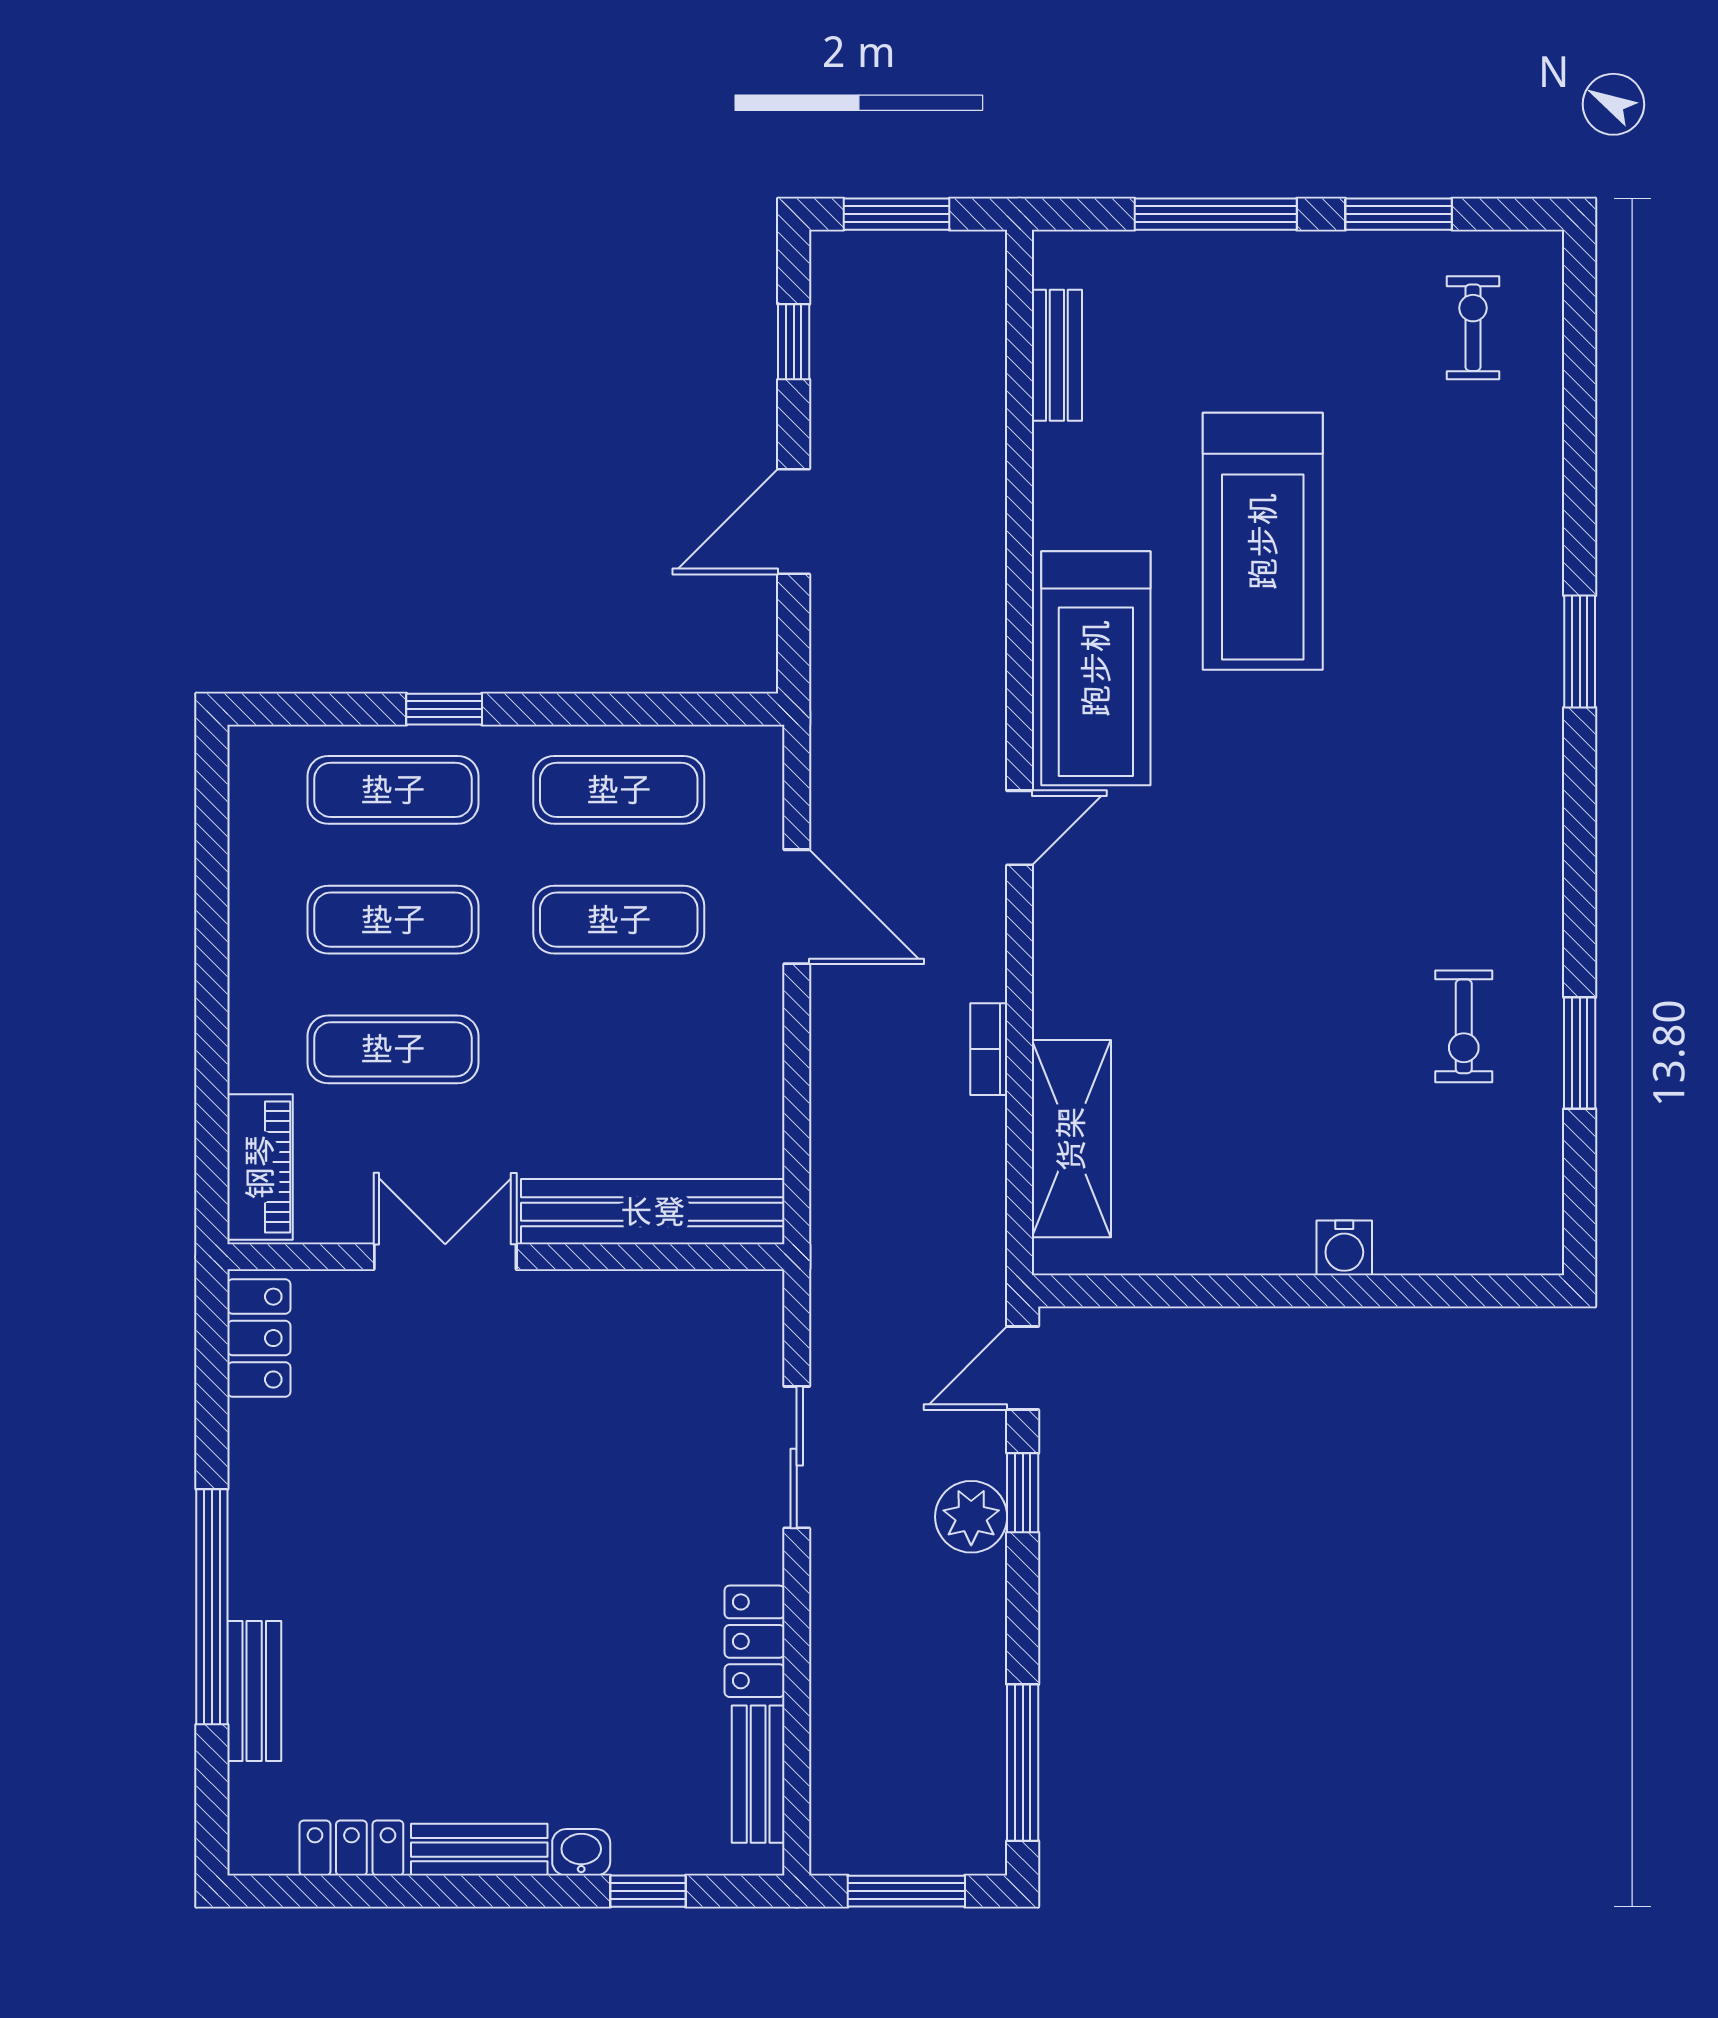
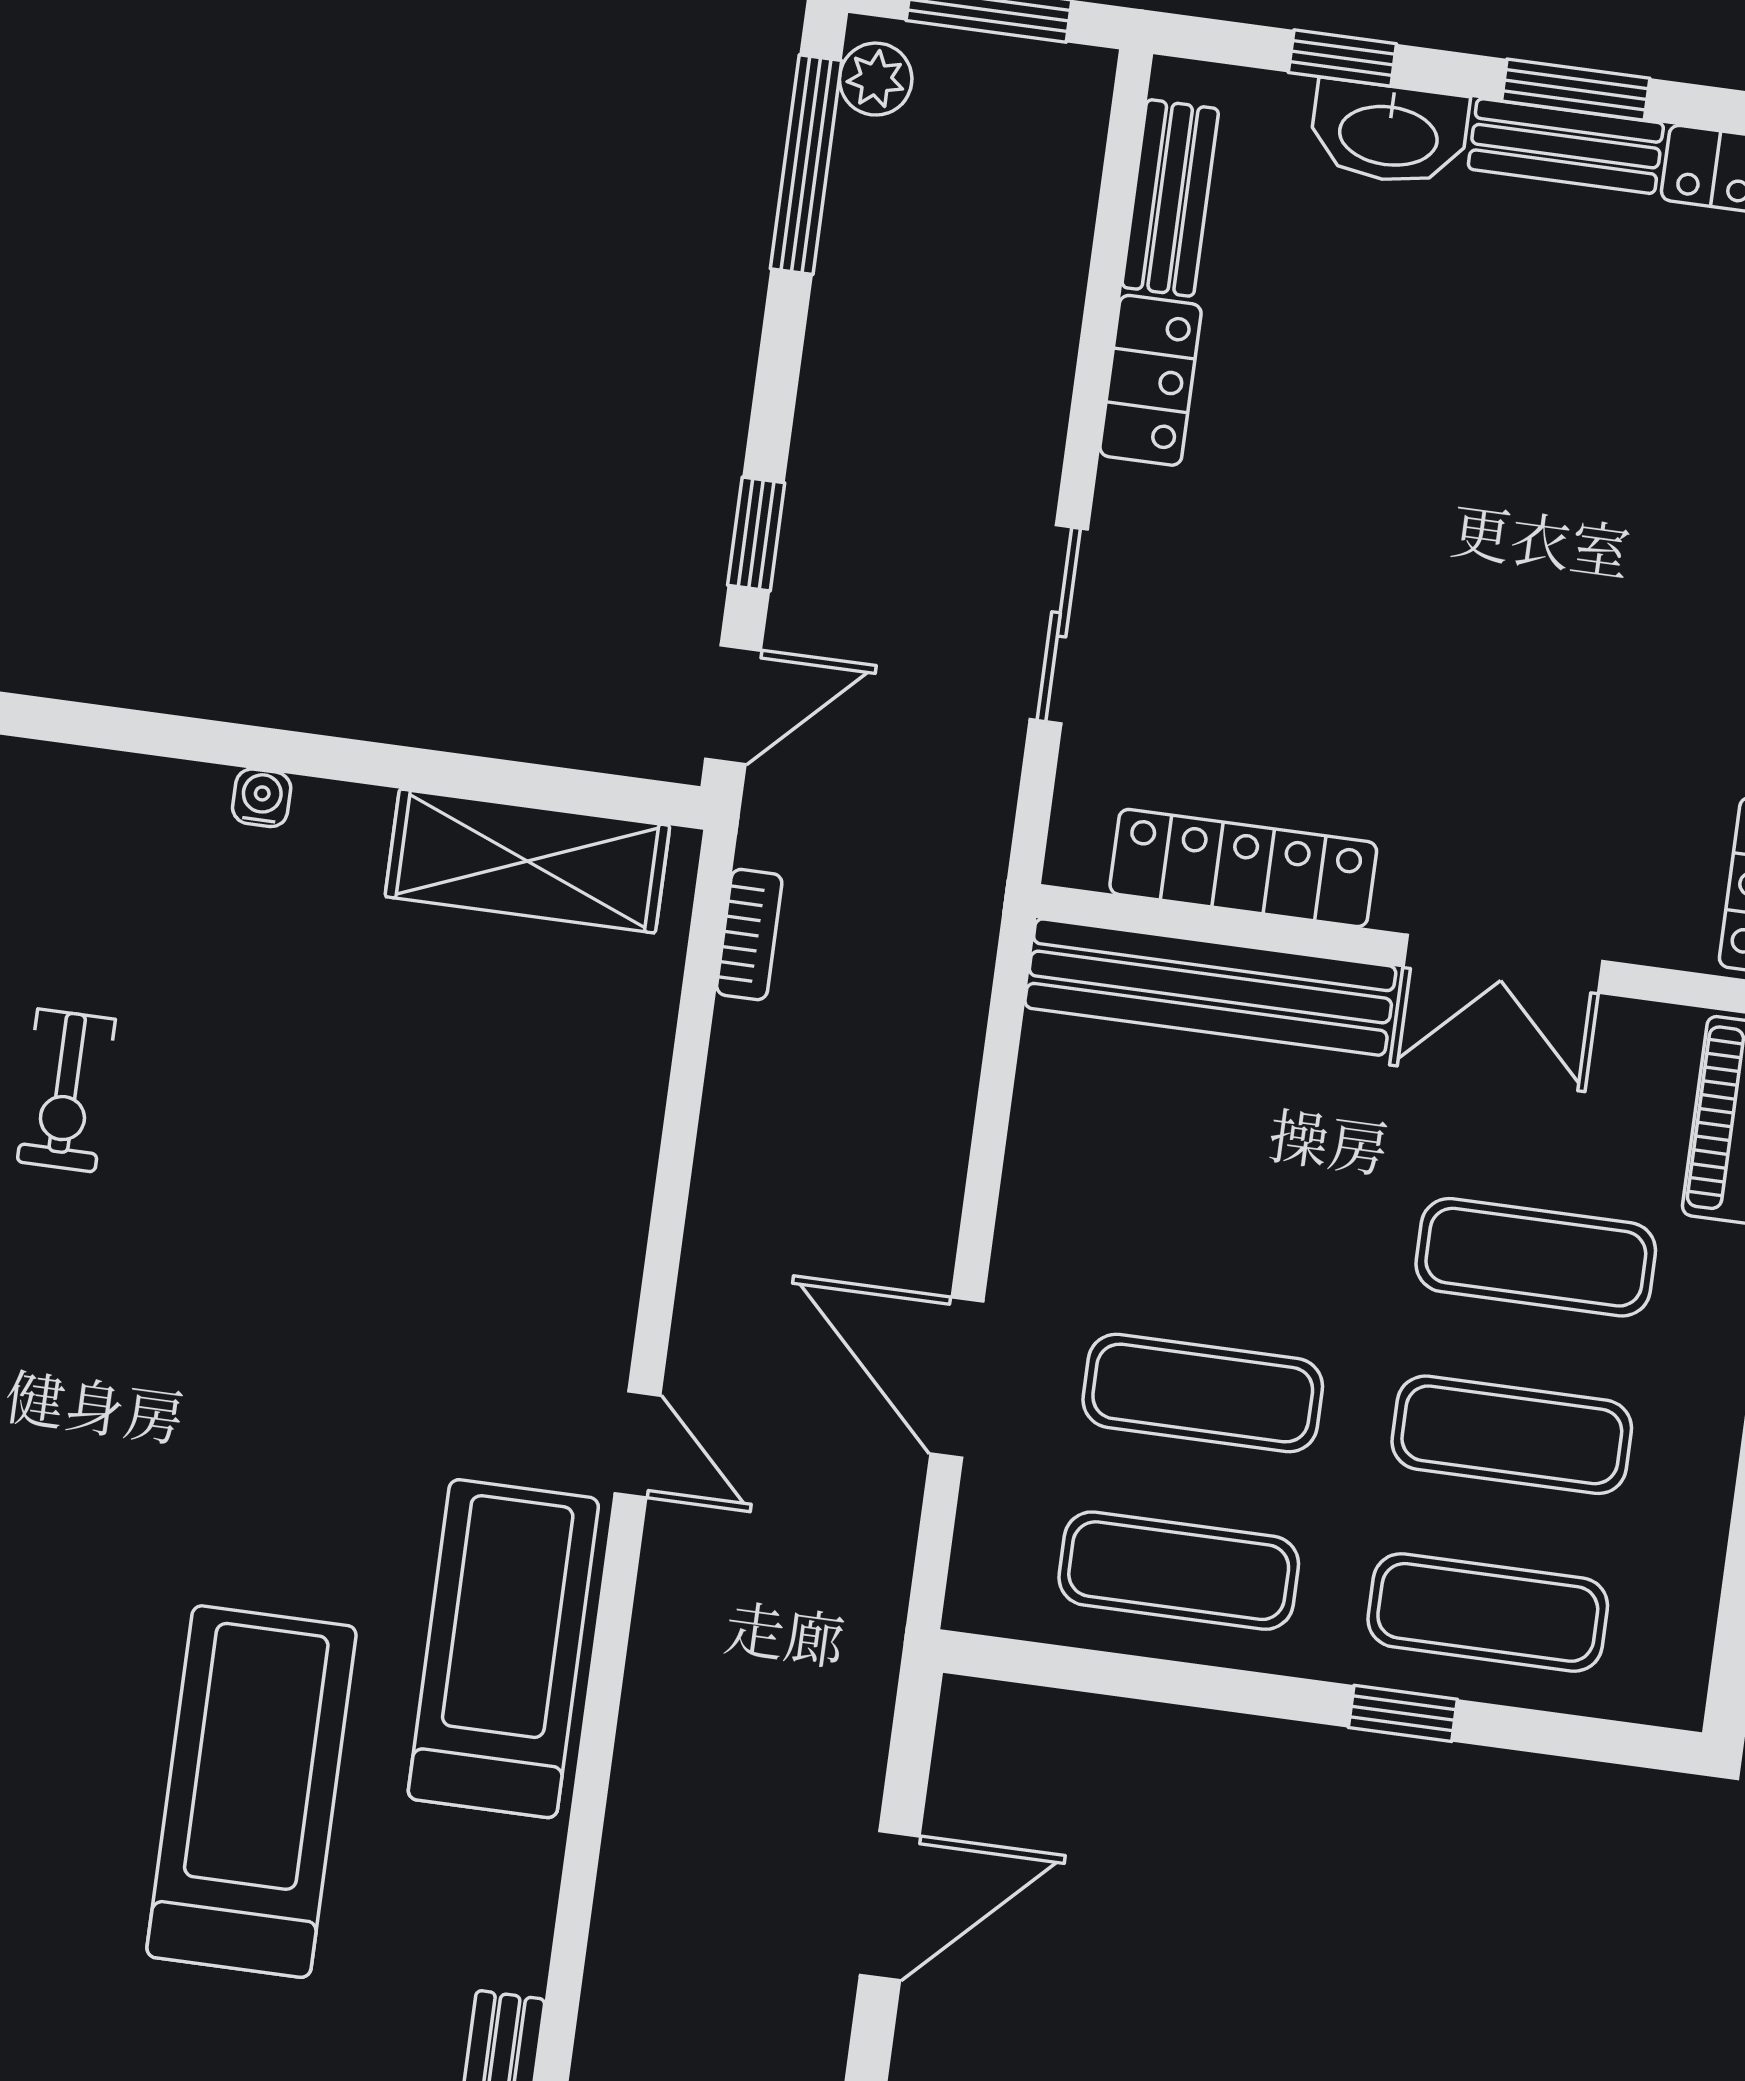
door: (1020, 828) -> (637, 1444), swing flipped
exercise bike: (1464, 1026) -> (66, 1090), turned 180
bookcase: (989, 1049) -> (749, 935), moved
shelving: (1071, 1139) -> (527, 861), moved, turned 90
water cooler: (1344, 1248) -> (262, 798), width x0.72, depth x0.72
locker: (641, 1300) -> (1243, 868), added
plant: (971, 1517) -> (876, 79), moved, width x0.73, depth x0.73
washbasin: (581, 1852) -> (1389, 133), width x1.91, depth x1.45
window: (478, 1891) -> (1576, 90), added

